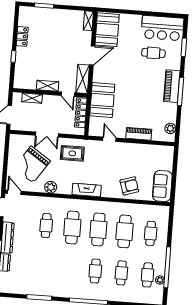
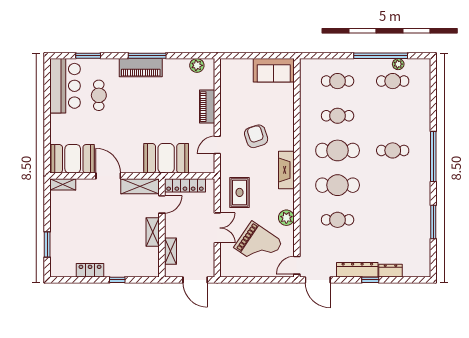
armchair: (129, 186) -> (256, 136), moved
cafe table: (125, 231) -> (338, 116), width x0.73, depth x0.74
cafe table: (121, 273) -> (393, 116), removed

